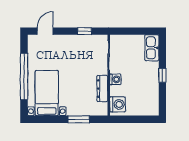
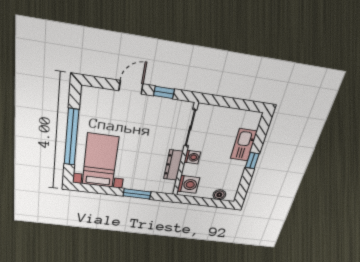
door: (45, 31) -> (131, 87), moved
kitchen sink: (152, 48) -> (244, 145), moved
boiler: (145, 111) -> (219, 195), added

